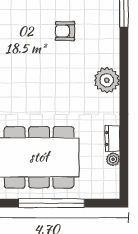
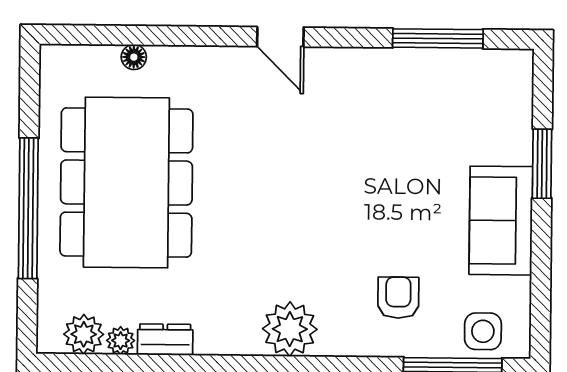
armchair: (65, 31) -> (398, 298), moved
plant: (110, 177) -> (84, 334), added

